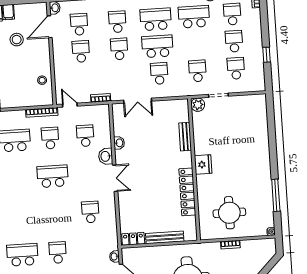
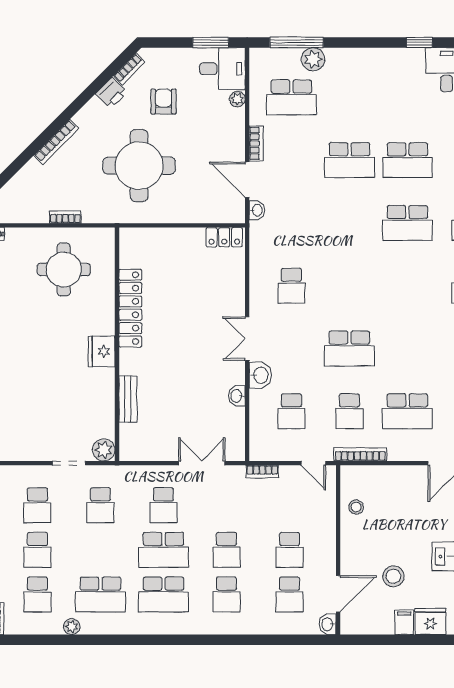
bench: (165, 237) -> (172, 236), removed
school desk: (58, 253) -> (349, 223), removed

